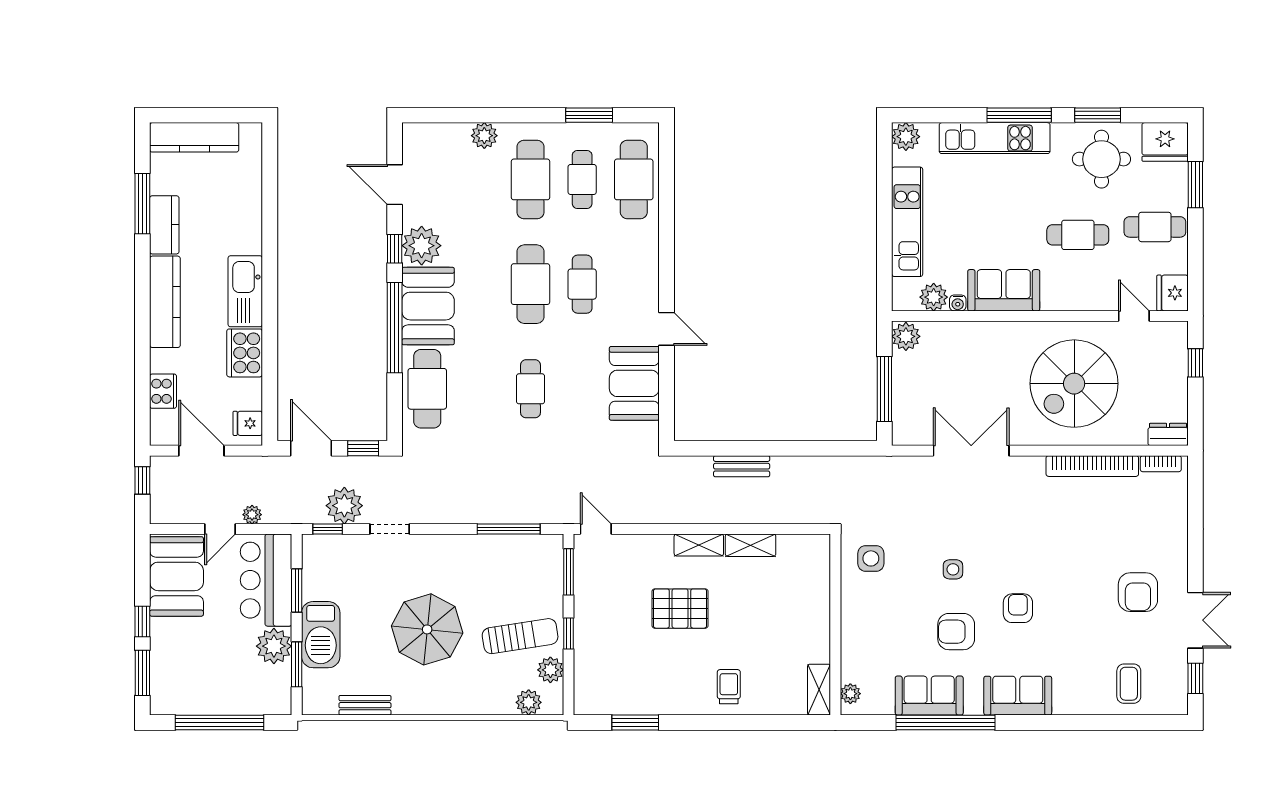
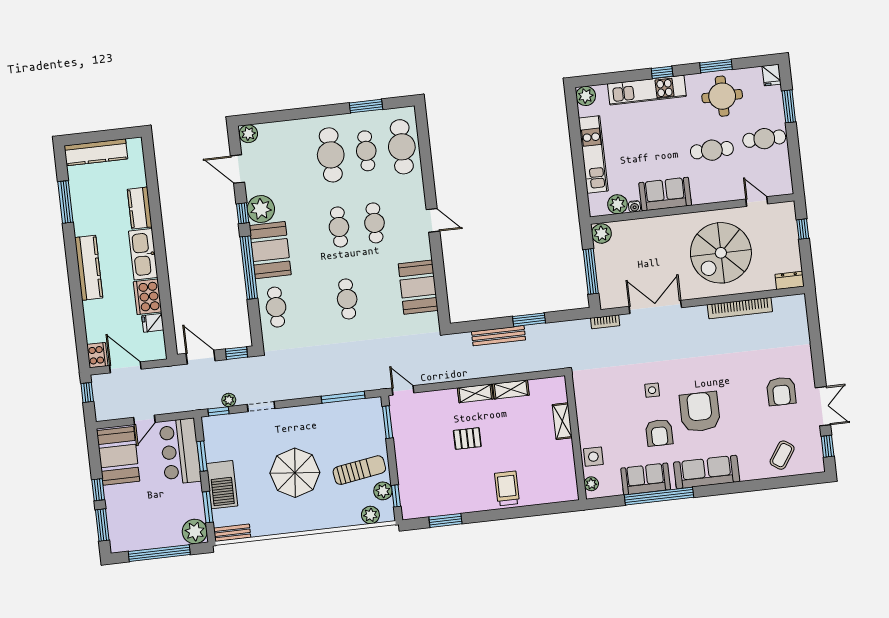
window: (1019, 115) -> (662, 72), width x0.46
plant: (484, 136) -> (248, 134), moved
fridge: (1165, 142) -> (772, 75), width x0.53, depth x0.75
kitchen counter: (164, 225) -> (140, 208), moved, turned 180
cafe table: (531, 284) -> (339, 227), width x0.73, depth x0.74
fridge: (1172, 293) -> (782, 183), removed
door: (666, 329) -> (433, 220), moved
cafe table: (427, 389) -> (276, 307), width x0.73, depth x0.74
cooker: (163, 391) -> (97, 355), moved
fridge: (248, 423) -> (153, 323), moved
window: (788, 448) -> (529, 320), added
bookcase: (1161, 464) -> (605, 322), moved
bench: (742, 466) -> (499, 336), width x1.36
plant: (344, 506) -> (229, 400), width x0.53, depth x0.53
plant: (252, 515) -> (165, 407), removed
side table: (871, 558) -> (593, 457), moved
armchair: (1018, 608) -> (700, 412), width x1.88, depth x1.88
pallet: (680, 609) -> (467, 439), width x0.67, depth x0.71
armchair: (956, 632) -> (659, 433), turned -90
window: (568, 634) -> (396, 496), moved
plant: (274, 646) -> (195, 531), moved
coffee table: (1129, 684) -> (782, 455), turned 34
trolley: (729, 687) -> (507, 488), width x1.36, depth x1.39
shelving: (819, 690) -> (562, 421), moved
sofa: (1018, 696) -> (707, 472), width x1.36
bench: (365, 705) -> (232, 533), moved

